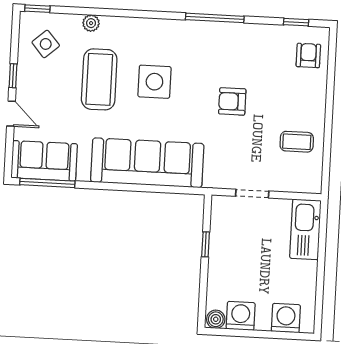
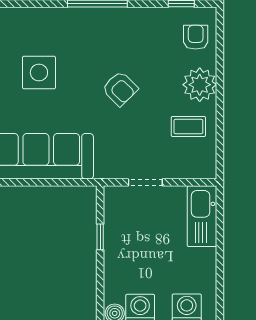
armchair: (232, 101) -> (120, 89), turned -135
plant: (310, 102) -> (200, 85), added

